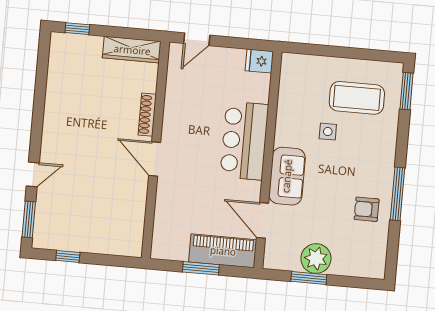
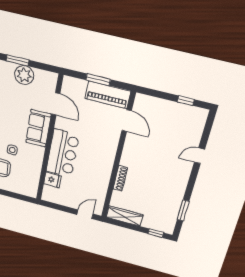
fridge: (259, 61) -> (52, 180), moved
door: (155, 159) -> (127, 121), moved
window: (29, 219) -> (183, 210), moved
piano: (223, 251) -> (108, 95), moved
window: (309, 278) -> (18, 60), moved

